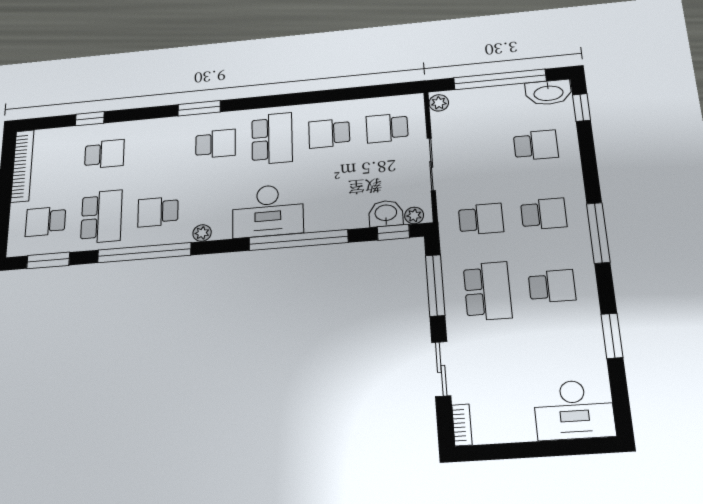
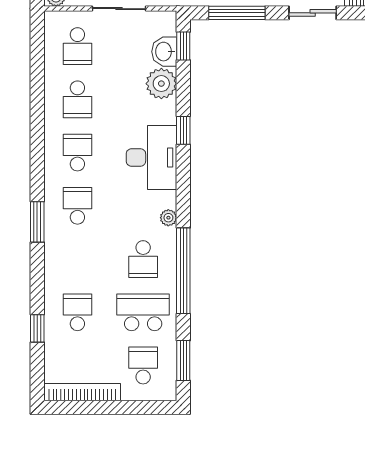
school desk: (272, 139) -> (77, 153), width x0.54
plant: (414, 215) -> (161, 84), moved, width x1.87, depth x1.87
school desk: (46, 221) -> (143, 366), turned 180
window: (298, 240) -> (183, 130), width x0.32

